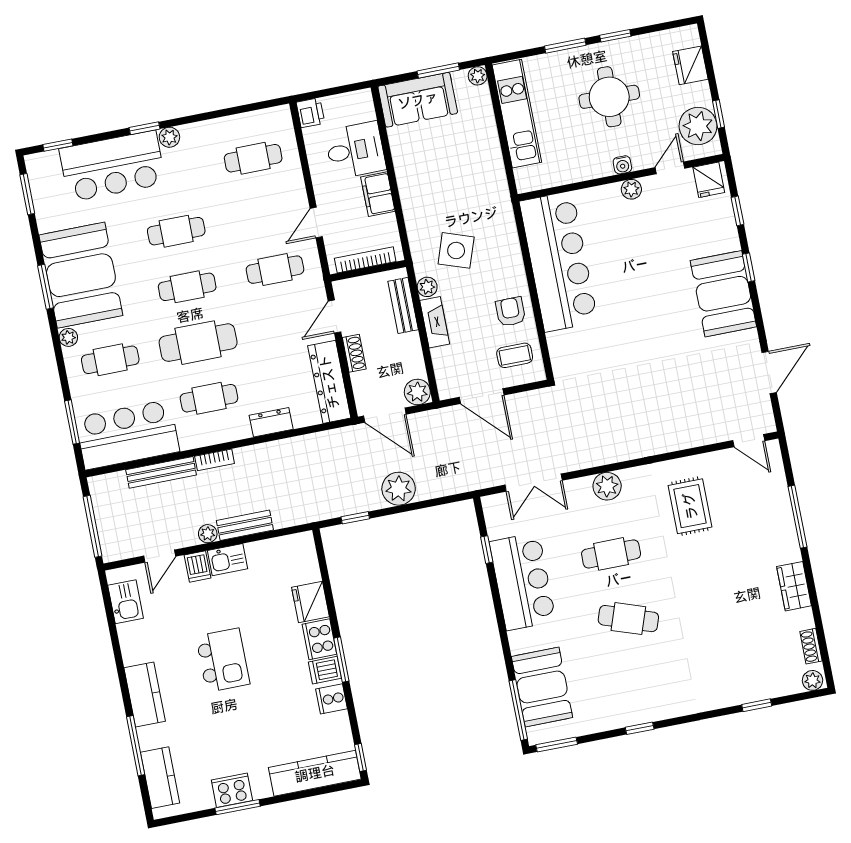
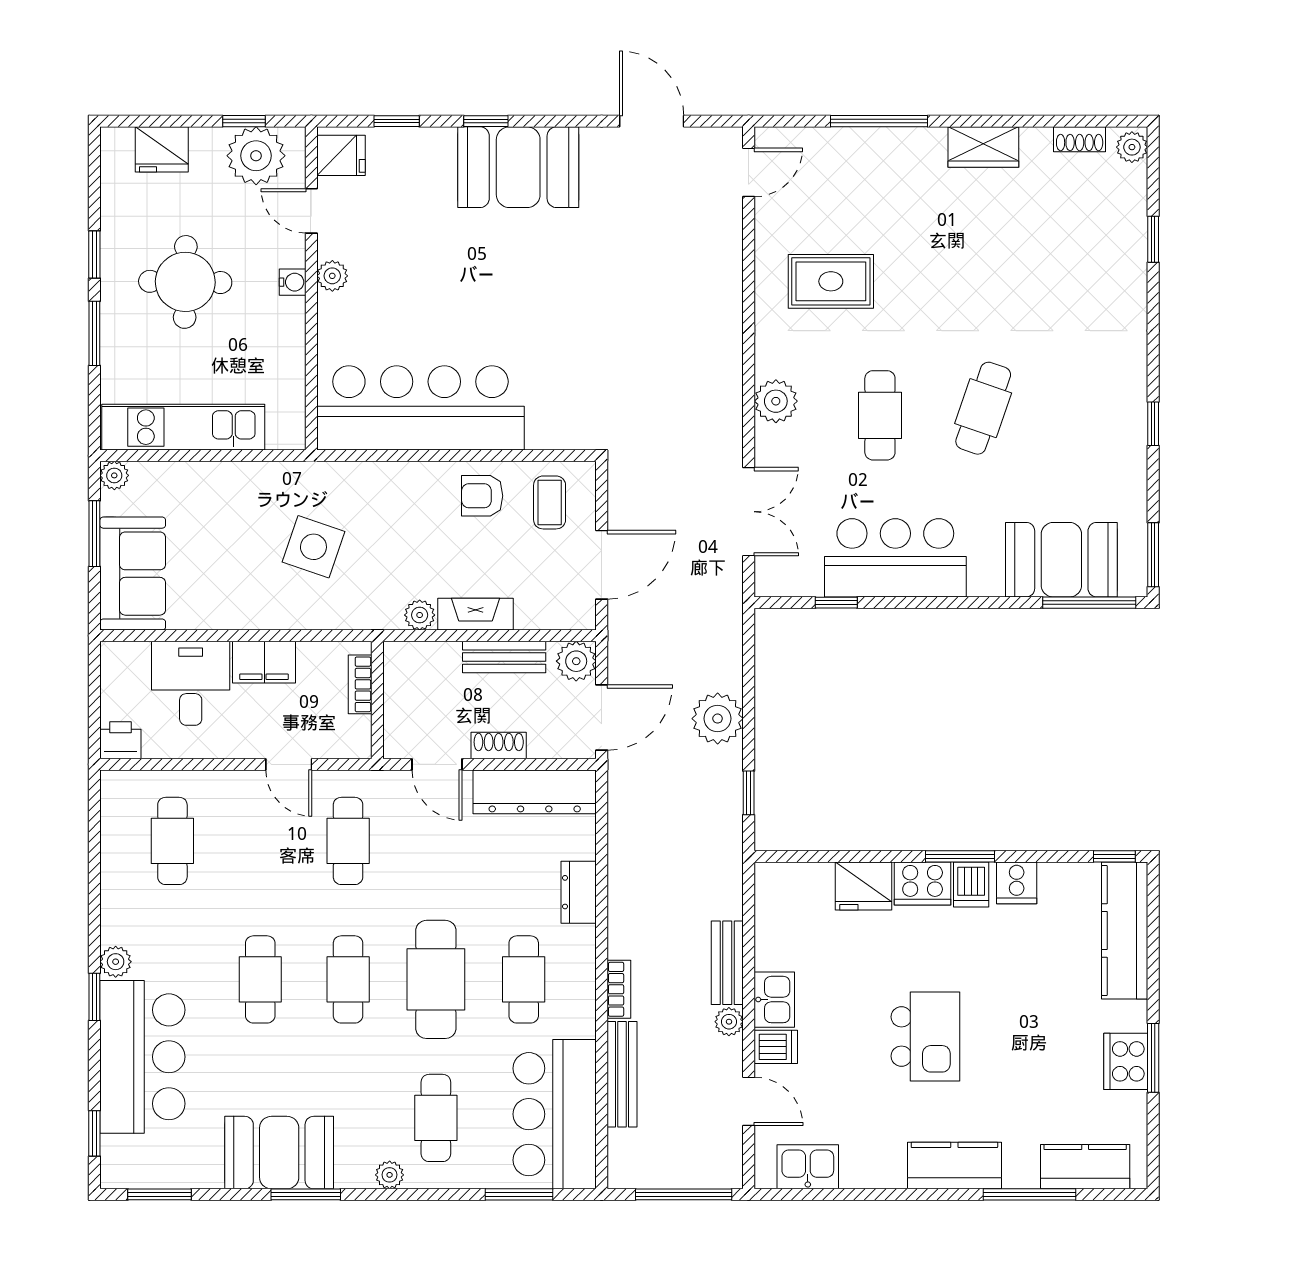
side table: (456, 250) -> (313, 547), moved
bookcase: (365, 260) -> (360, 684), width x0.64
booth: (81, 275) -> (279, 1153), width x0.73, depth x0.70
bench: (403, 305) -> (504, 657), moved
kitchen island: (223, 660) -> (925, 1036), turned 90

